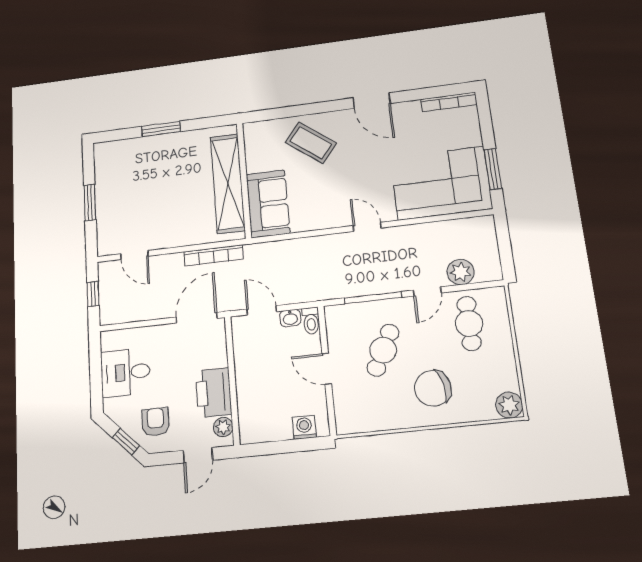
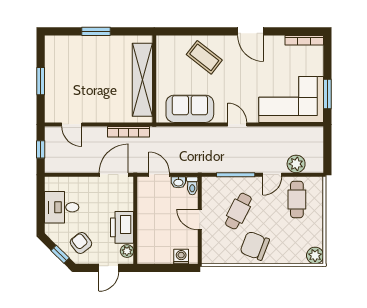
sofa: (268, 204) -> (190, 109), moved, turned -90
chair: (433, 388) -> (255, 246), moved, turned 34
armchair: (155, 422) -> (81, 243), turned -38

